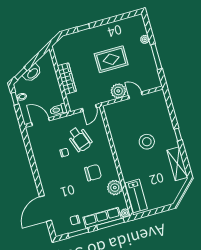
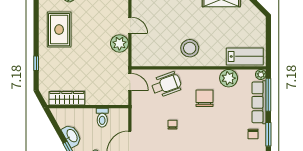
rug: (111, 59) -> (59, 30), moved
wardrobe: (67, 79) -> (67, 98), moved
door: (135, 95) -> (130, 25), swing flipped
toilet: (58, 110) -> (102, 118), moved
wheelchair: (80, 139) -> (166, 85), moved
stool: (147, 142) -> (190, 48), moved

